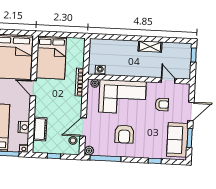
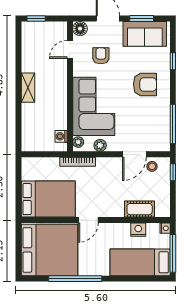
shelving: (150, 46) -> (28, 88), moved
floor lamp: (184, 89) -> (80, 29), added
door: (83, 127) -> (134, 154), hinge flipped
armchair: (124, 134) -> (145, 84), moved
plant: (89, 151) -> (100, 145), moved
window: (54, 156) -> (173, 172), moved

